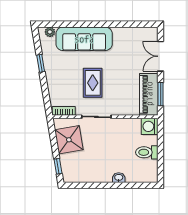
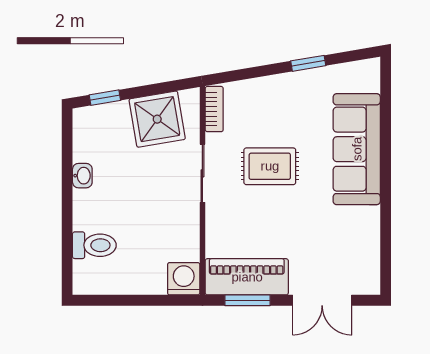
plant: (50, 32) -> (370, 82), removed
double door: (161, 56) -> (322, 300), swing flipped
toilet: (147, 152) -> (94, 245), moved, turned 90
washbasin: (119, 178) -> (82, 176), moved

